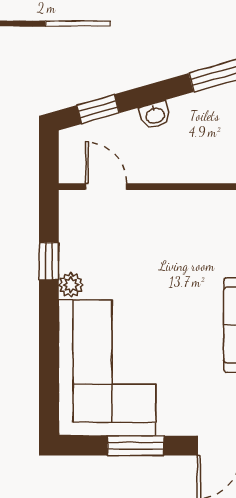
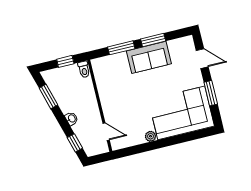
door: (106, 187) -> (106, 132), swing flipped
window: (49, 261) -> (143, 148), removed

